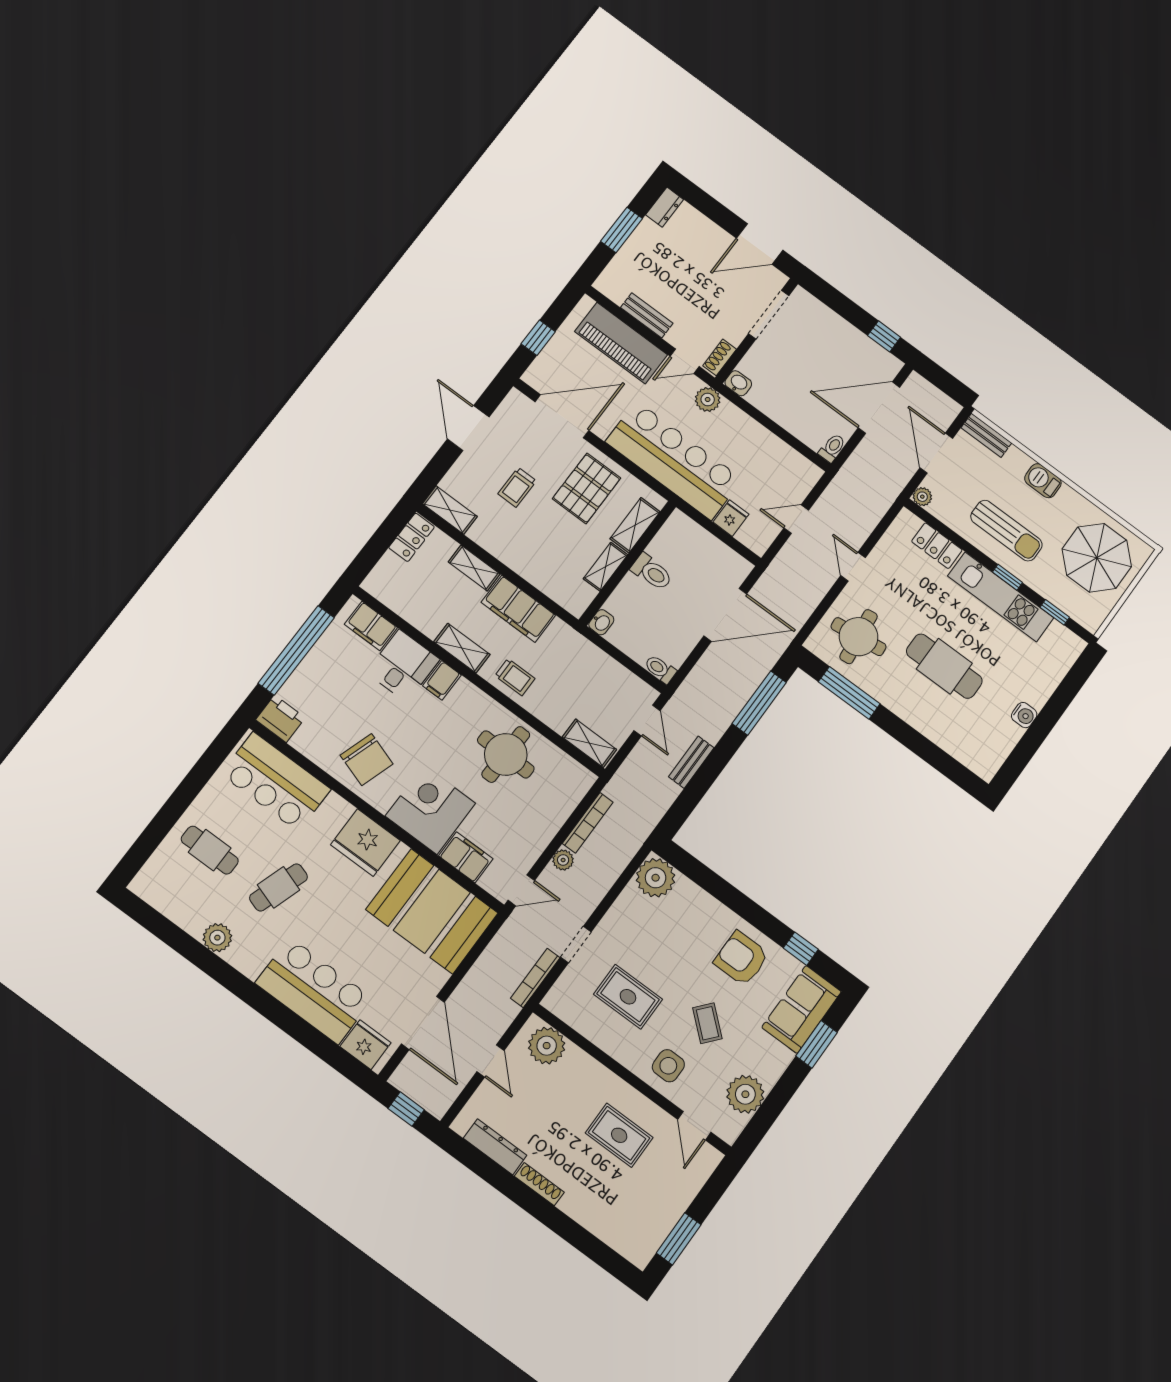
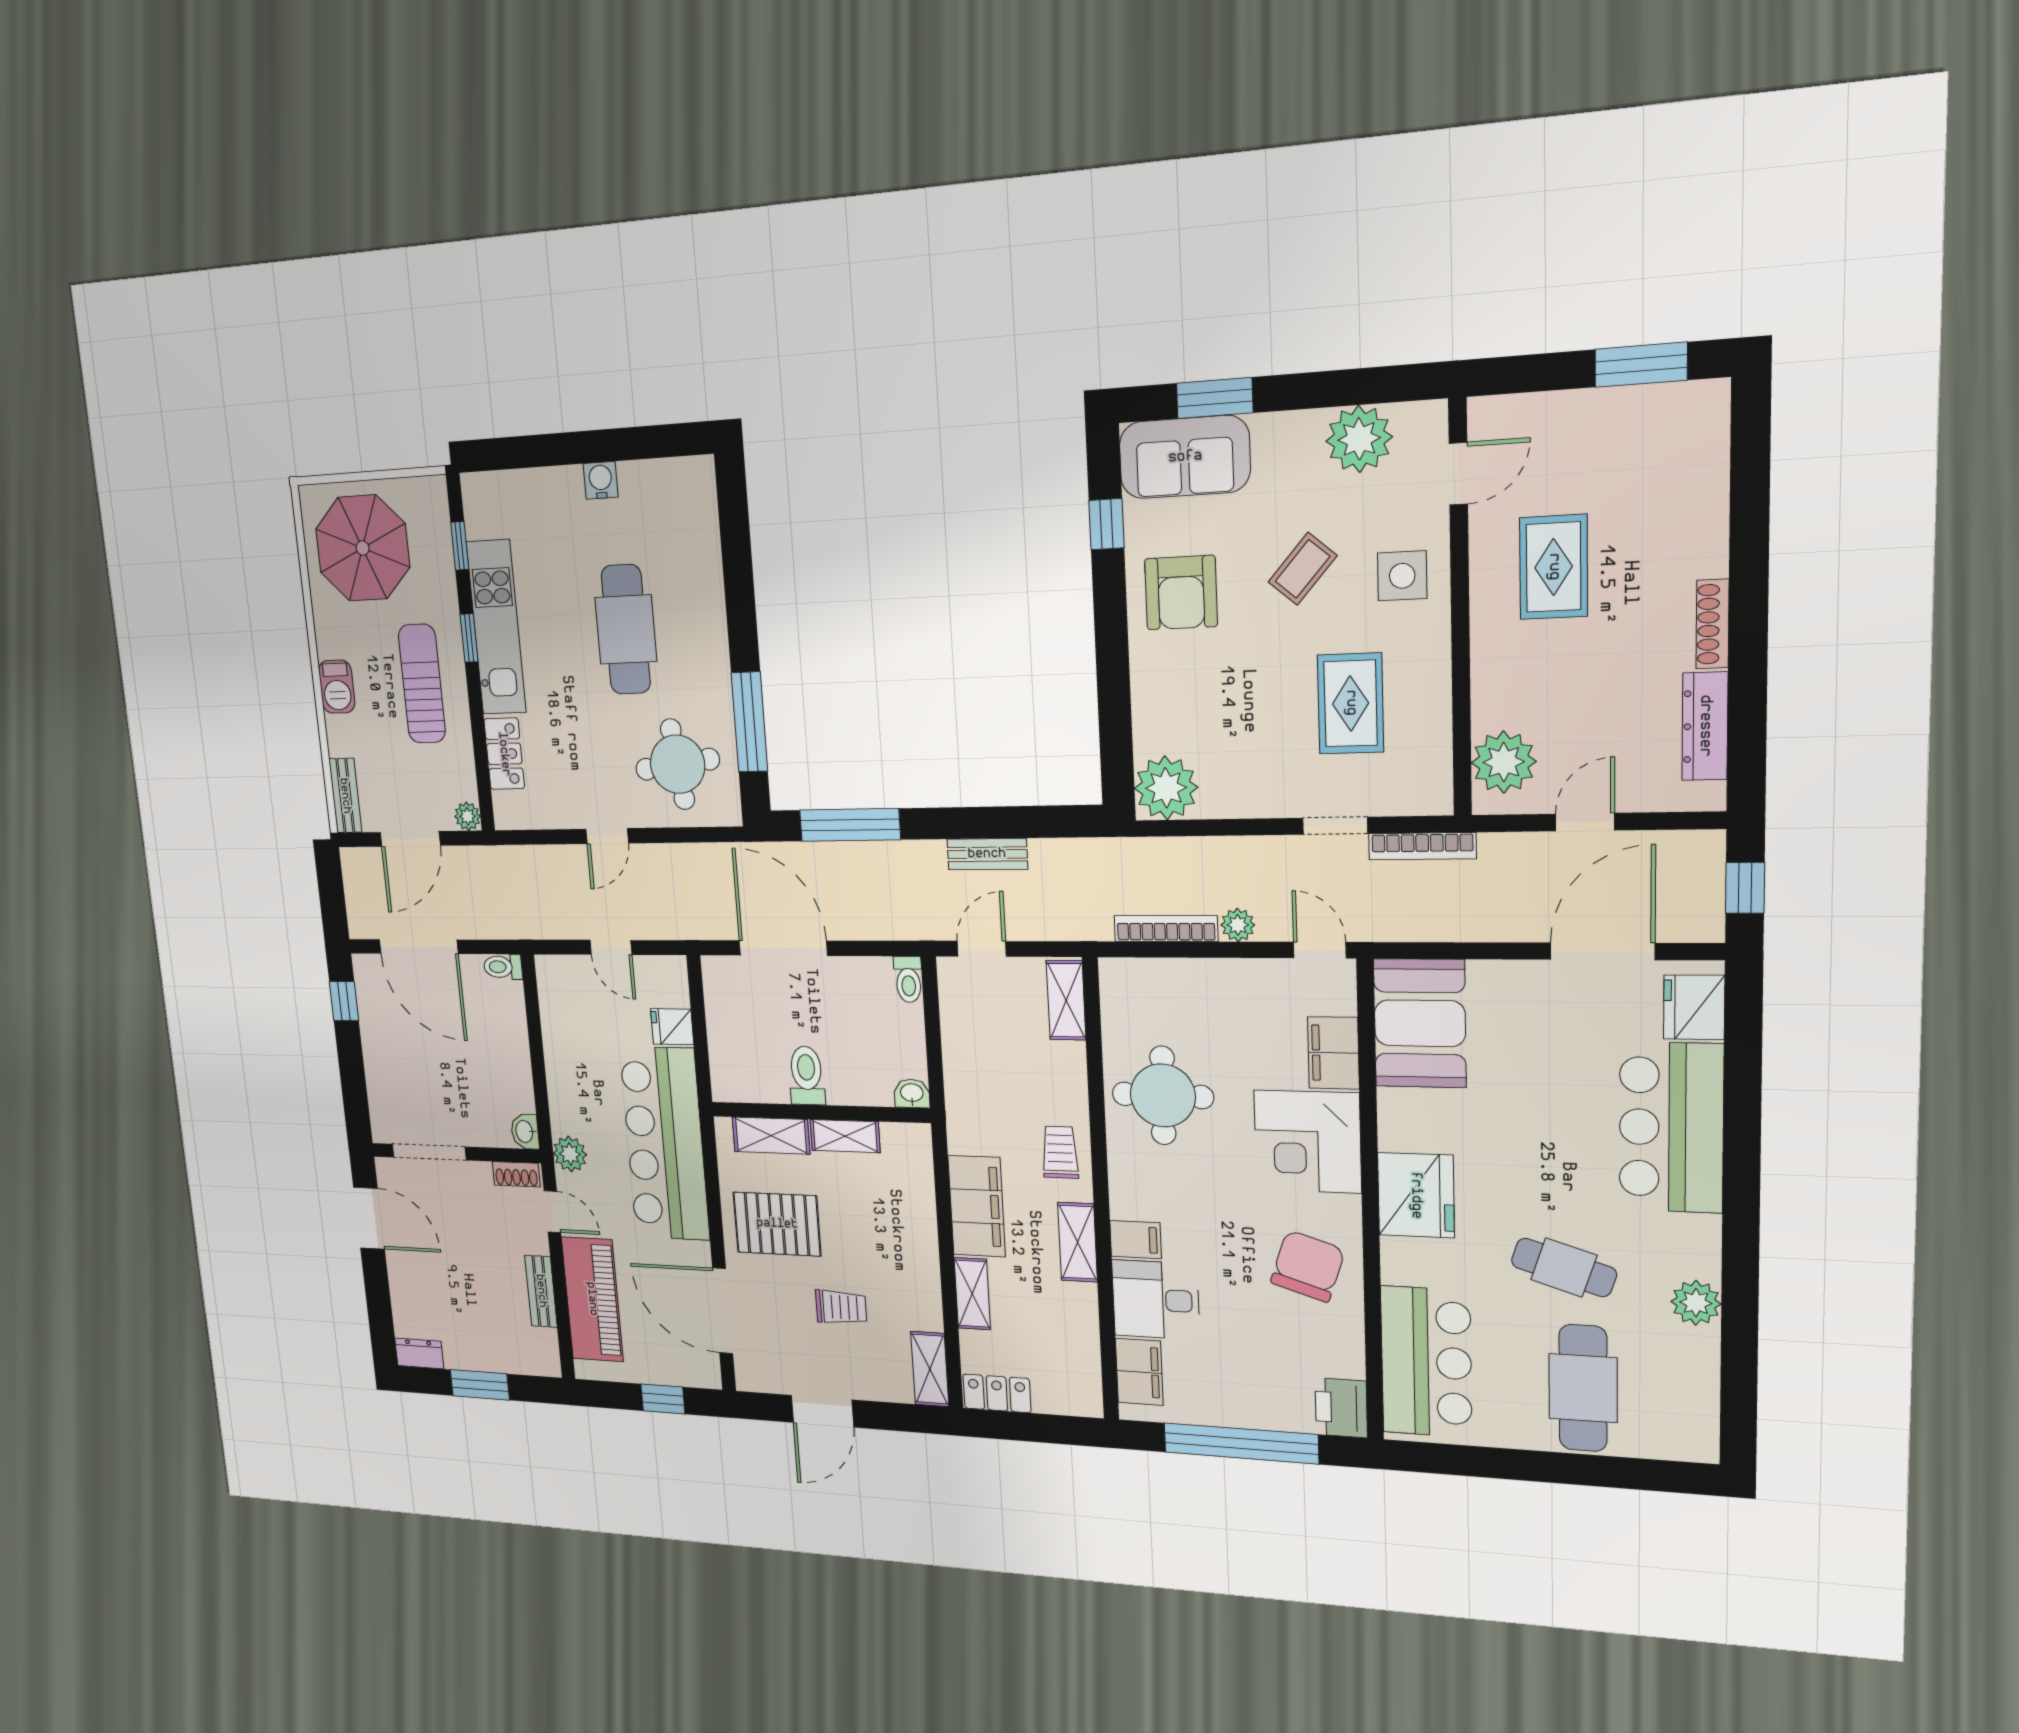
cafe table: (210, 850) -> (1583, 1388), width x1.37, depth x1.35
booth: (432, 911) -> (1420, 1023), width x0.73, depth x0.70

